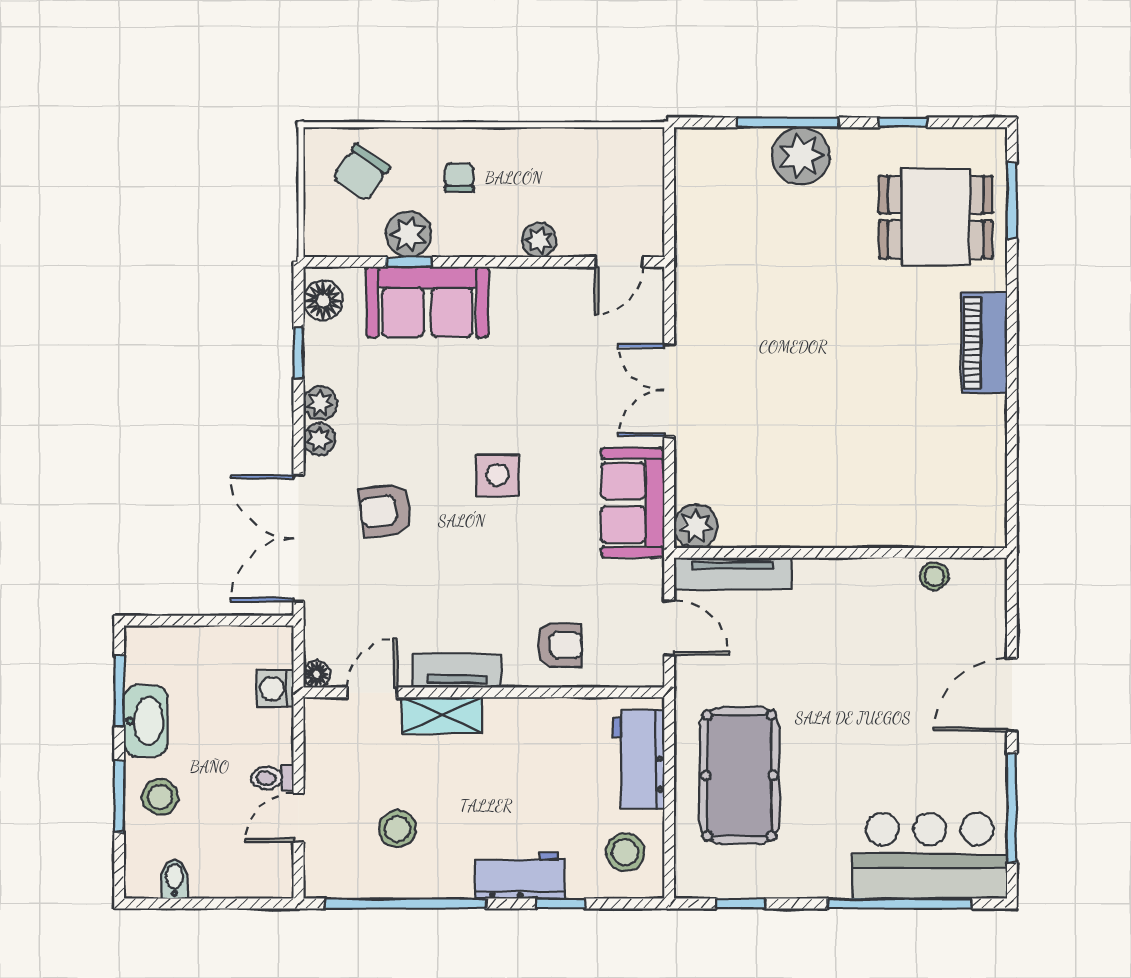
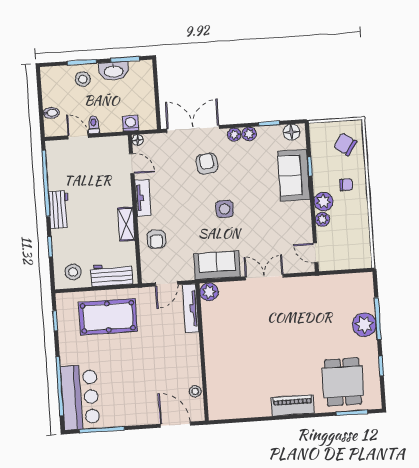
plant: (409, 234) -> (324, 202), moved
door: (1012, 695) -> (175, 425), moved
shelving: (442, 715) -> (126, 224), moved
stool: (397, 829) -> (76, 178), removed
workbench: (520, 875) -> (59, 210), moved
bidet: (174, 879) -> (51, 113), moved

